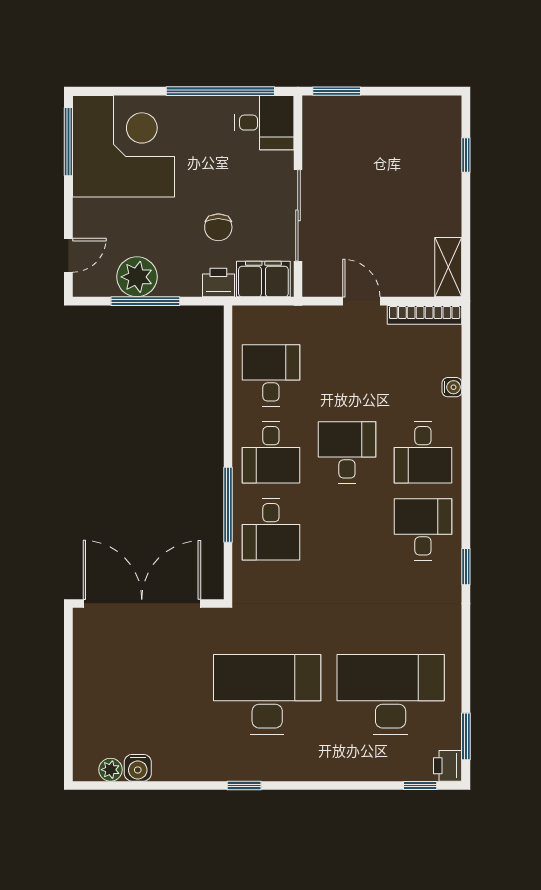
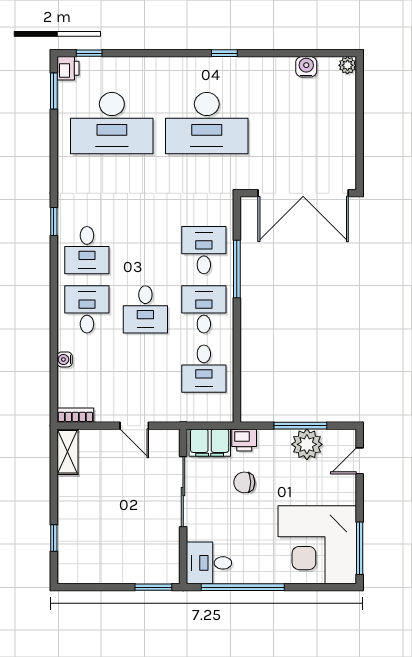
chair: (218, 227) -> (244, 482), turned -90
bookcase: (425, 315) -> (75, 415), width x0.64
plant: (111, 770) -> (347, 65), moved

